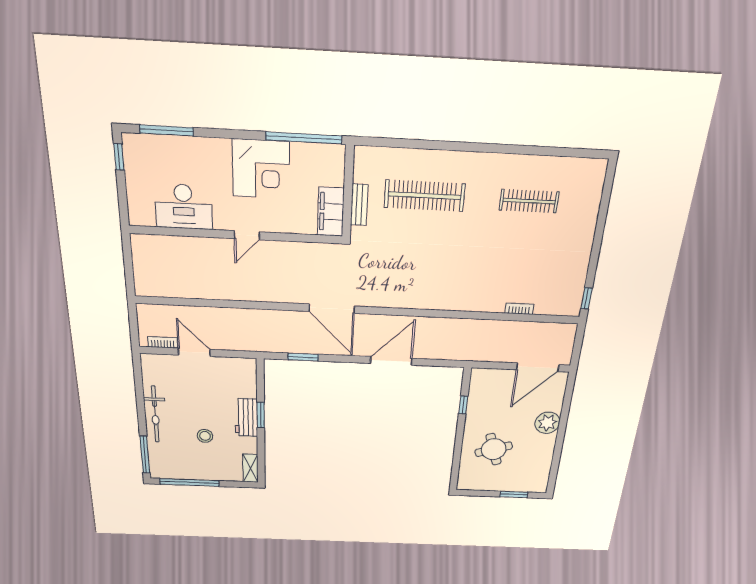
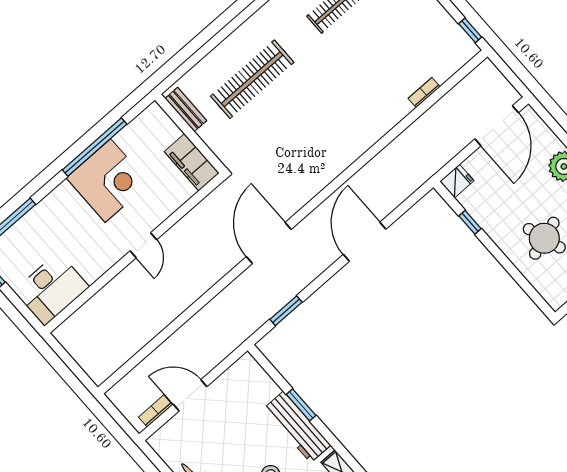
window: (304, 138) -> (95, 147), moved
bench: (359, 205) -> (186, 109), moved
desk: (184, 207) -> (51, 289), moved
door: (332, 309) -> (269, 243), swing flipped
fridge: (481, 376) -> (457, 181), added
workbench: (246, 417) -> (297, 427), width x1.38

